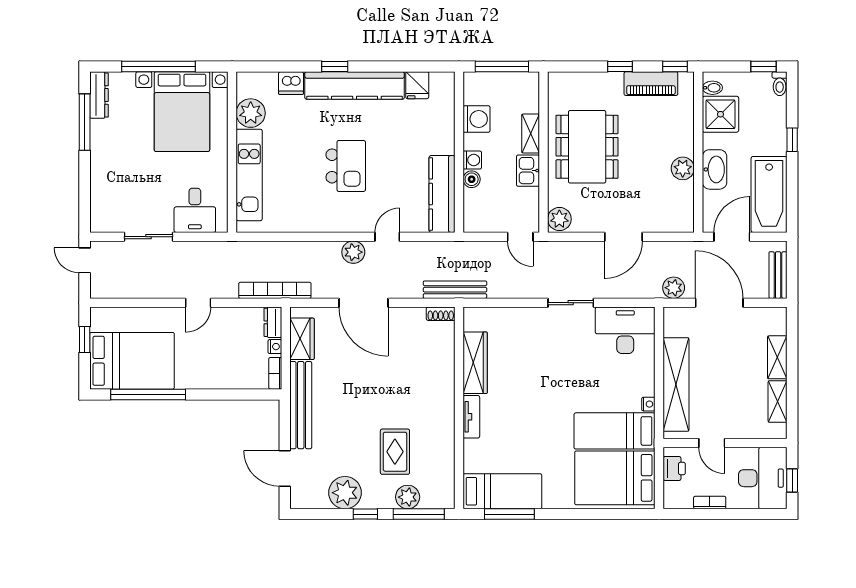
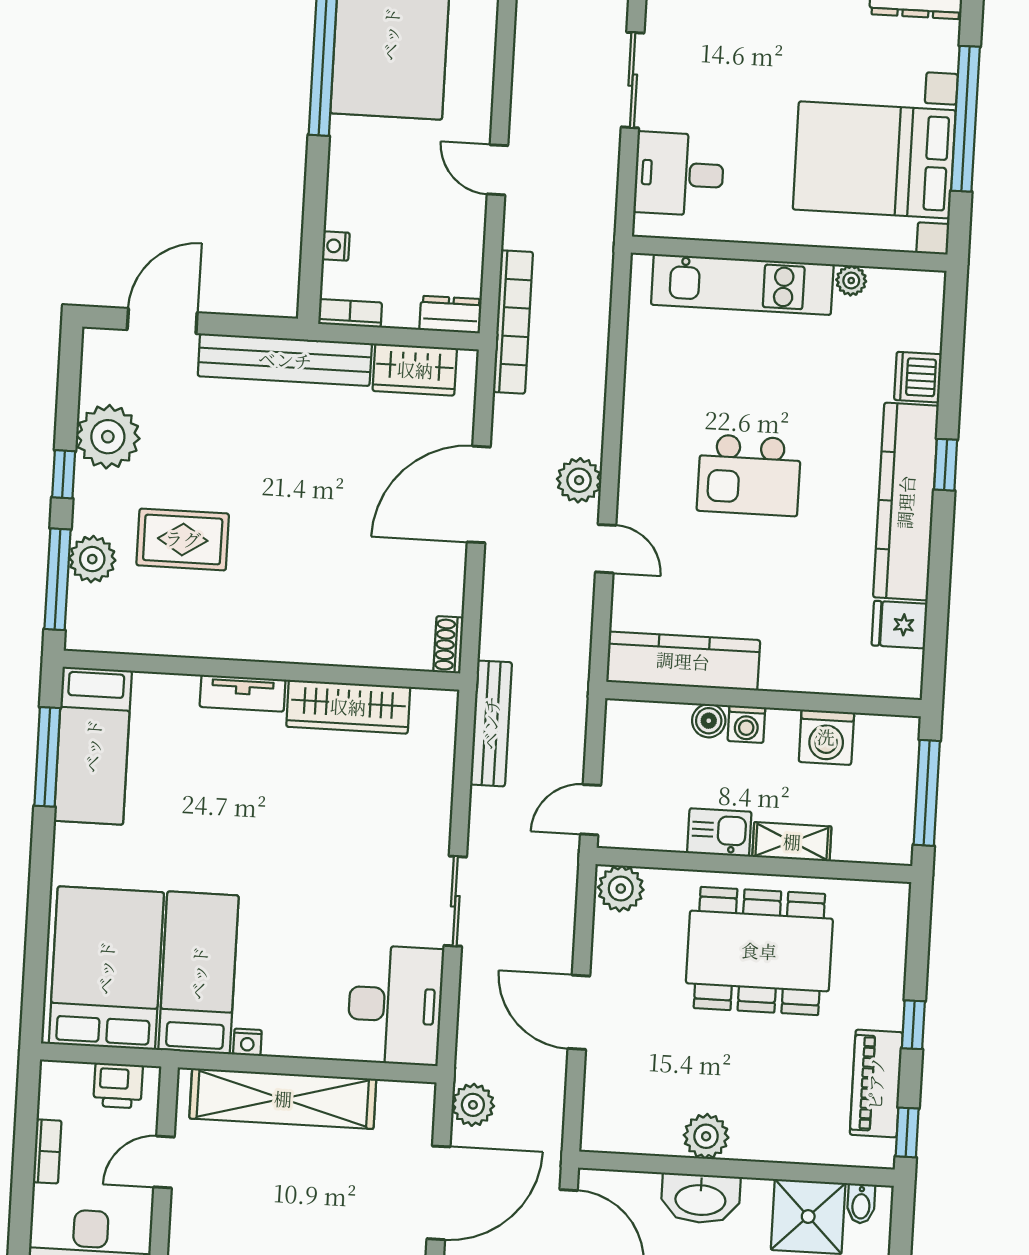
plant: (251, 113) -> (851, 281), width x0.53, depth x0.53
bench: (455, 290) -> (491, 723), moved
nightstand: (275, 347) -> (336, 246), moved, turned 90

